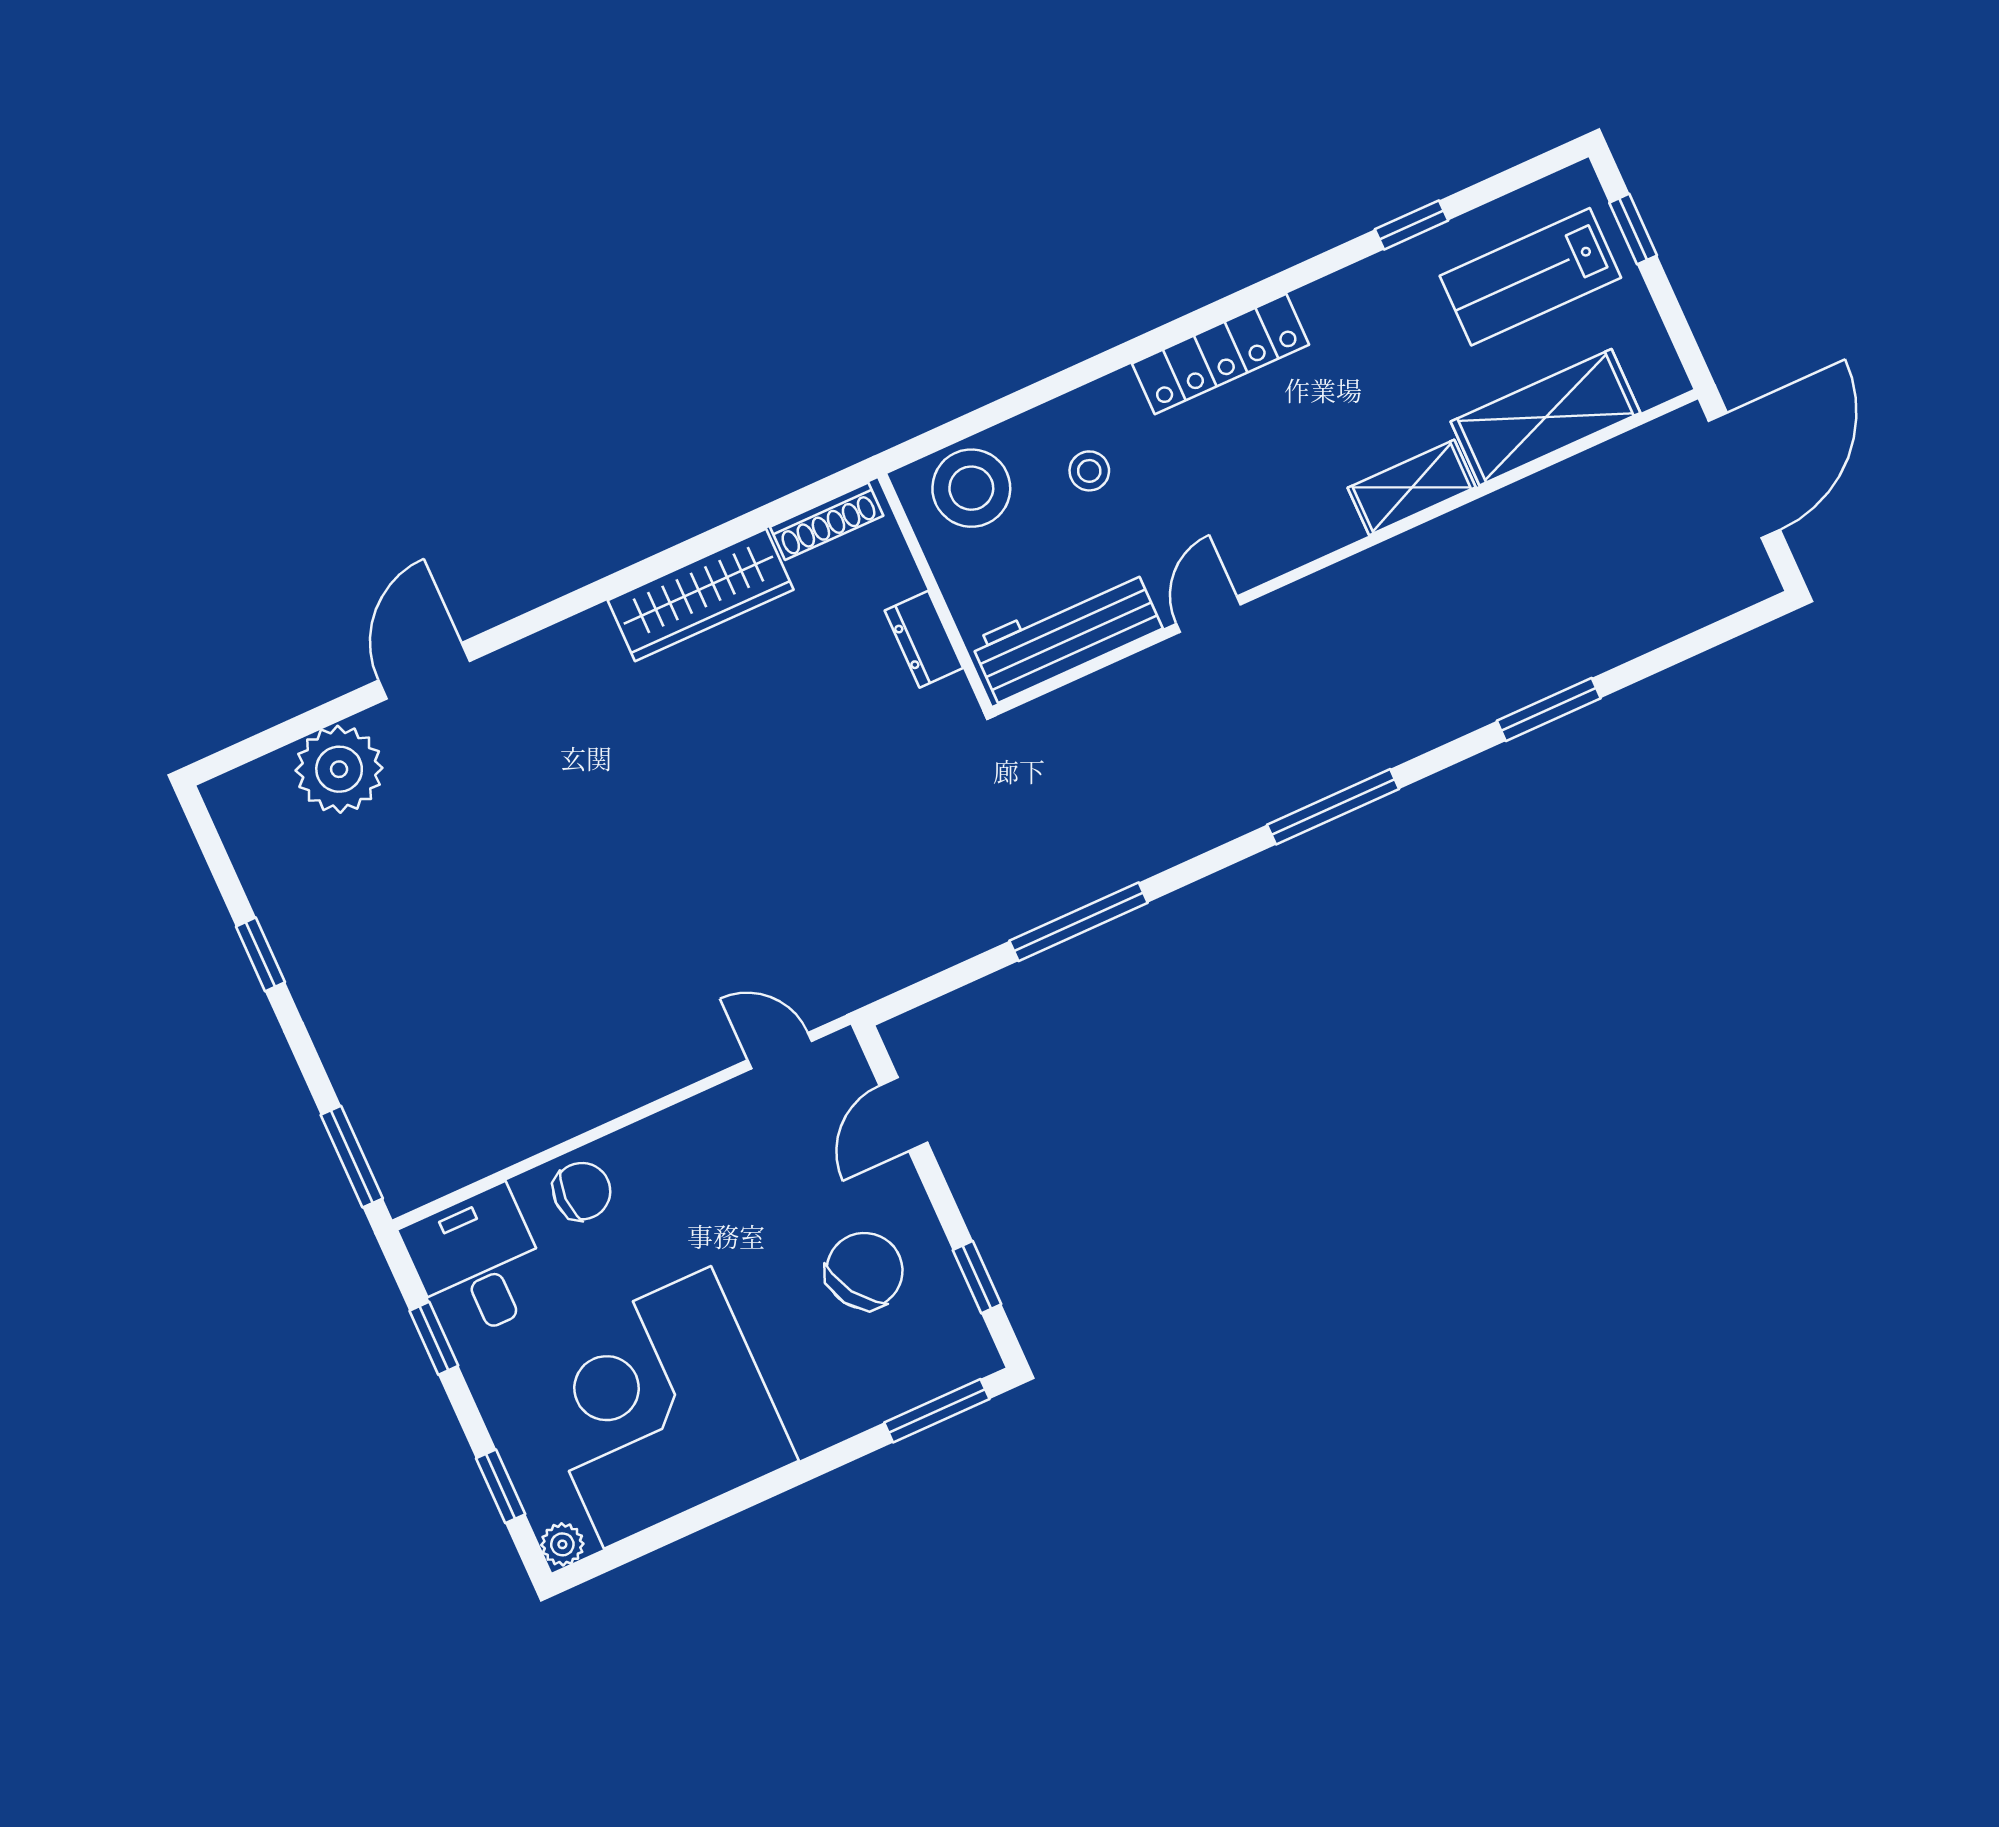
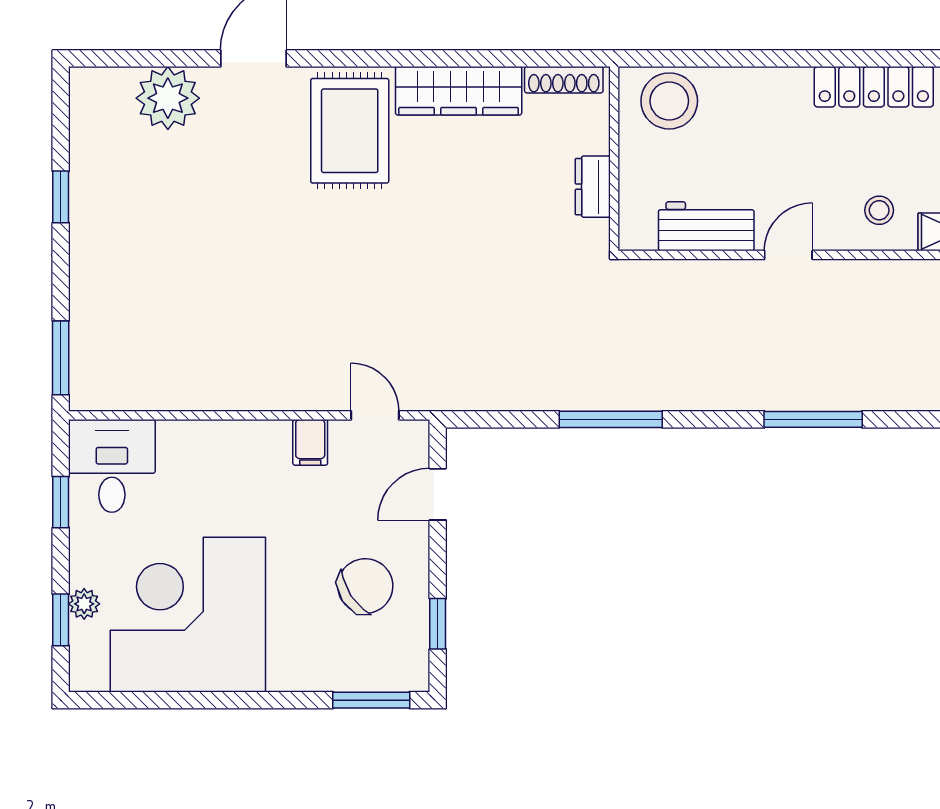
stool: (1089, 471) -> (879, 210), moved
workbench: (1067, 635) -> (706, 226), width x0.73
rug: (586, 707) -> (350, 131), added
filing cabinet: (714, 1121) -> (310, 442), added
chair: (582, 1191) -> (202, 449), removed
plant: (562, 1544) -> (84, 604), moved

